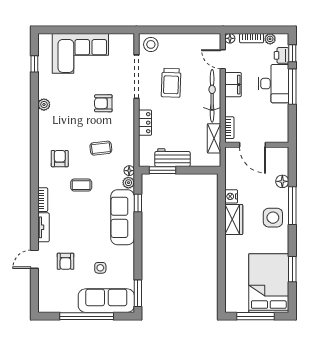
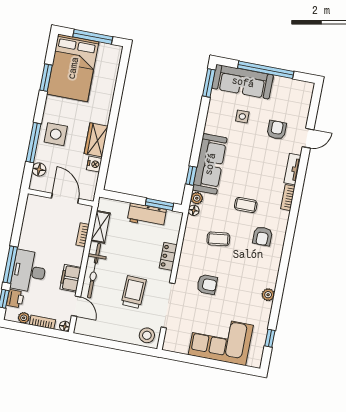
door: (252, 145) -> (65, 198), moved
wall: (257, 145) -> (61, 198), moved

